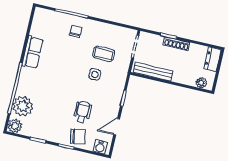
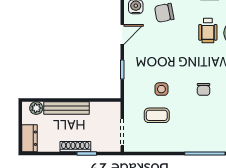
chair: (76, 31) -> (204, 89), moved
bench: (153, 72) -> (67, 108), moved
wheelchair: (83, 112) -> (208, 30), moved

